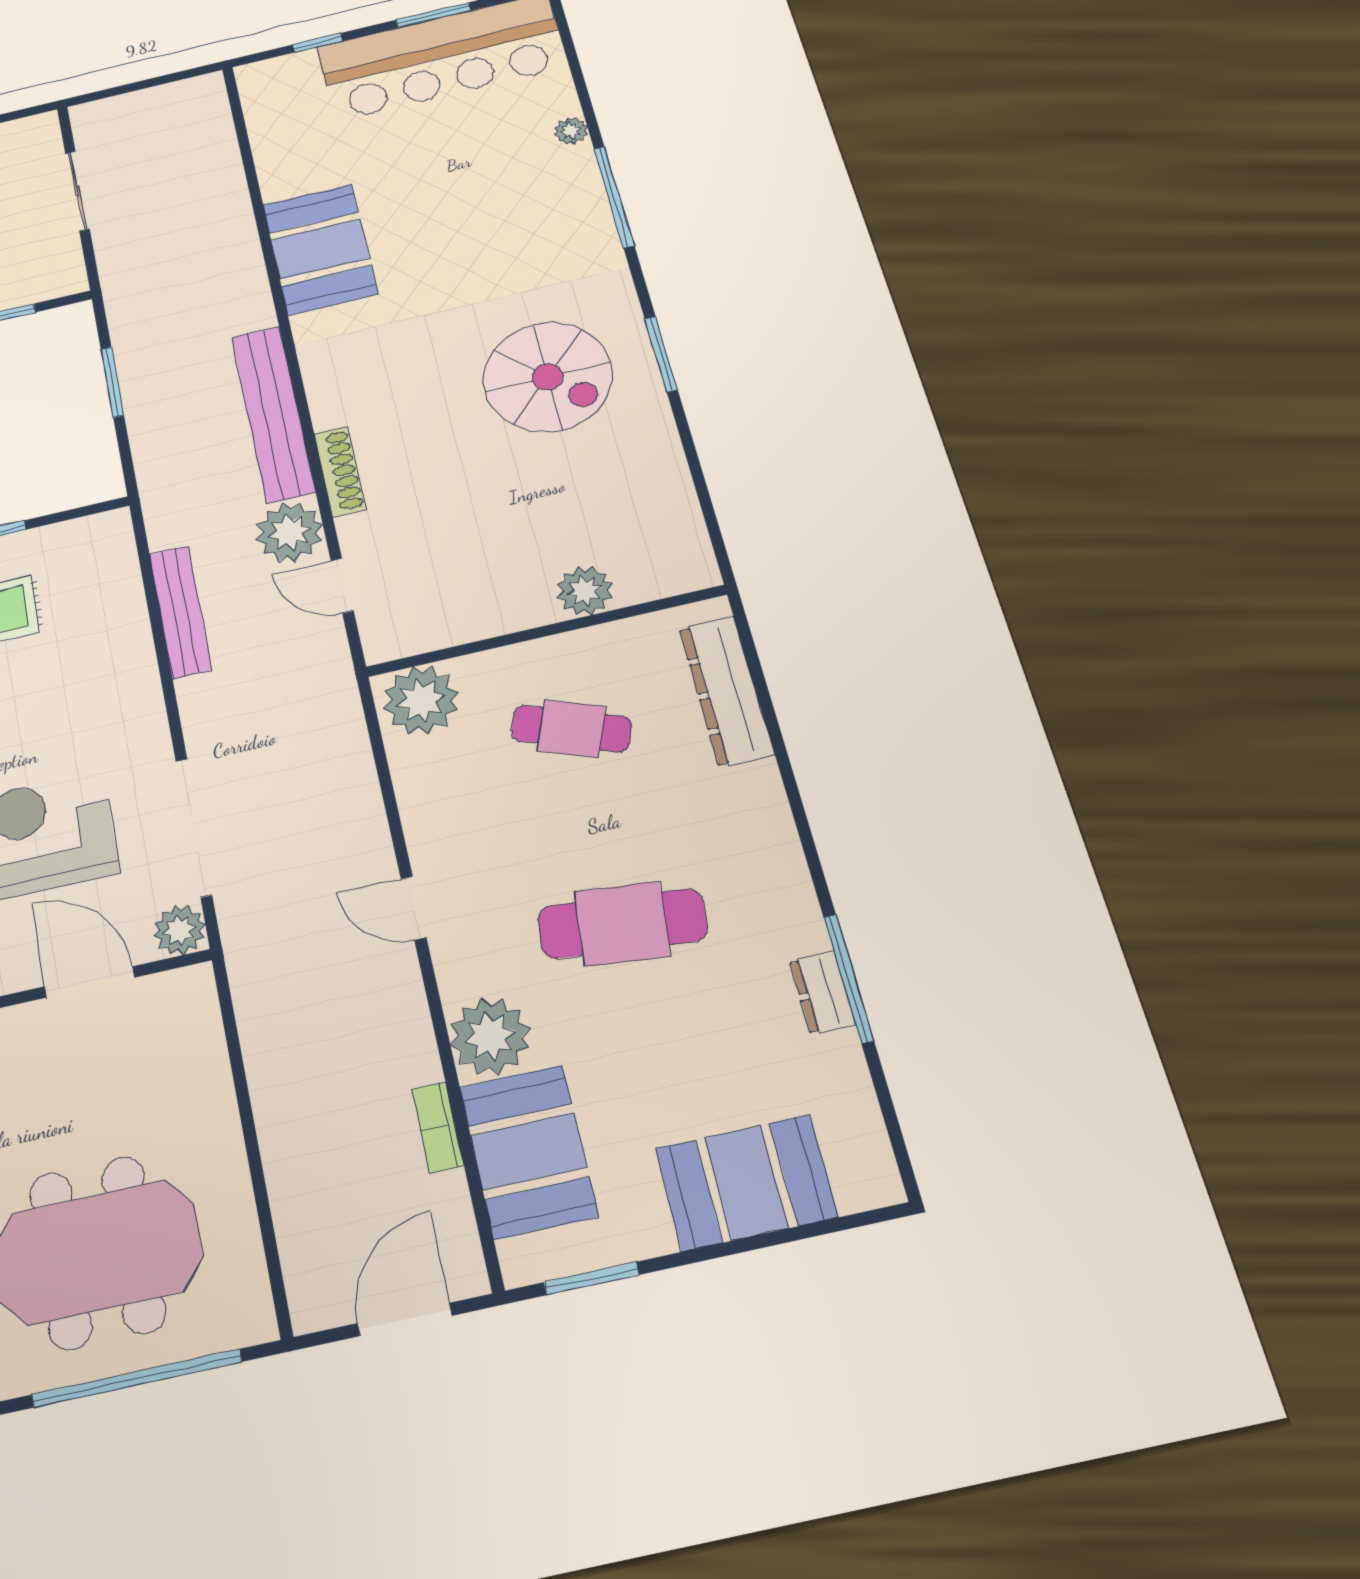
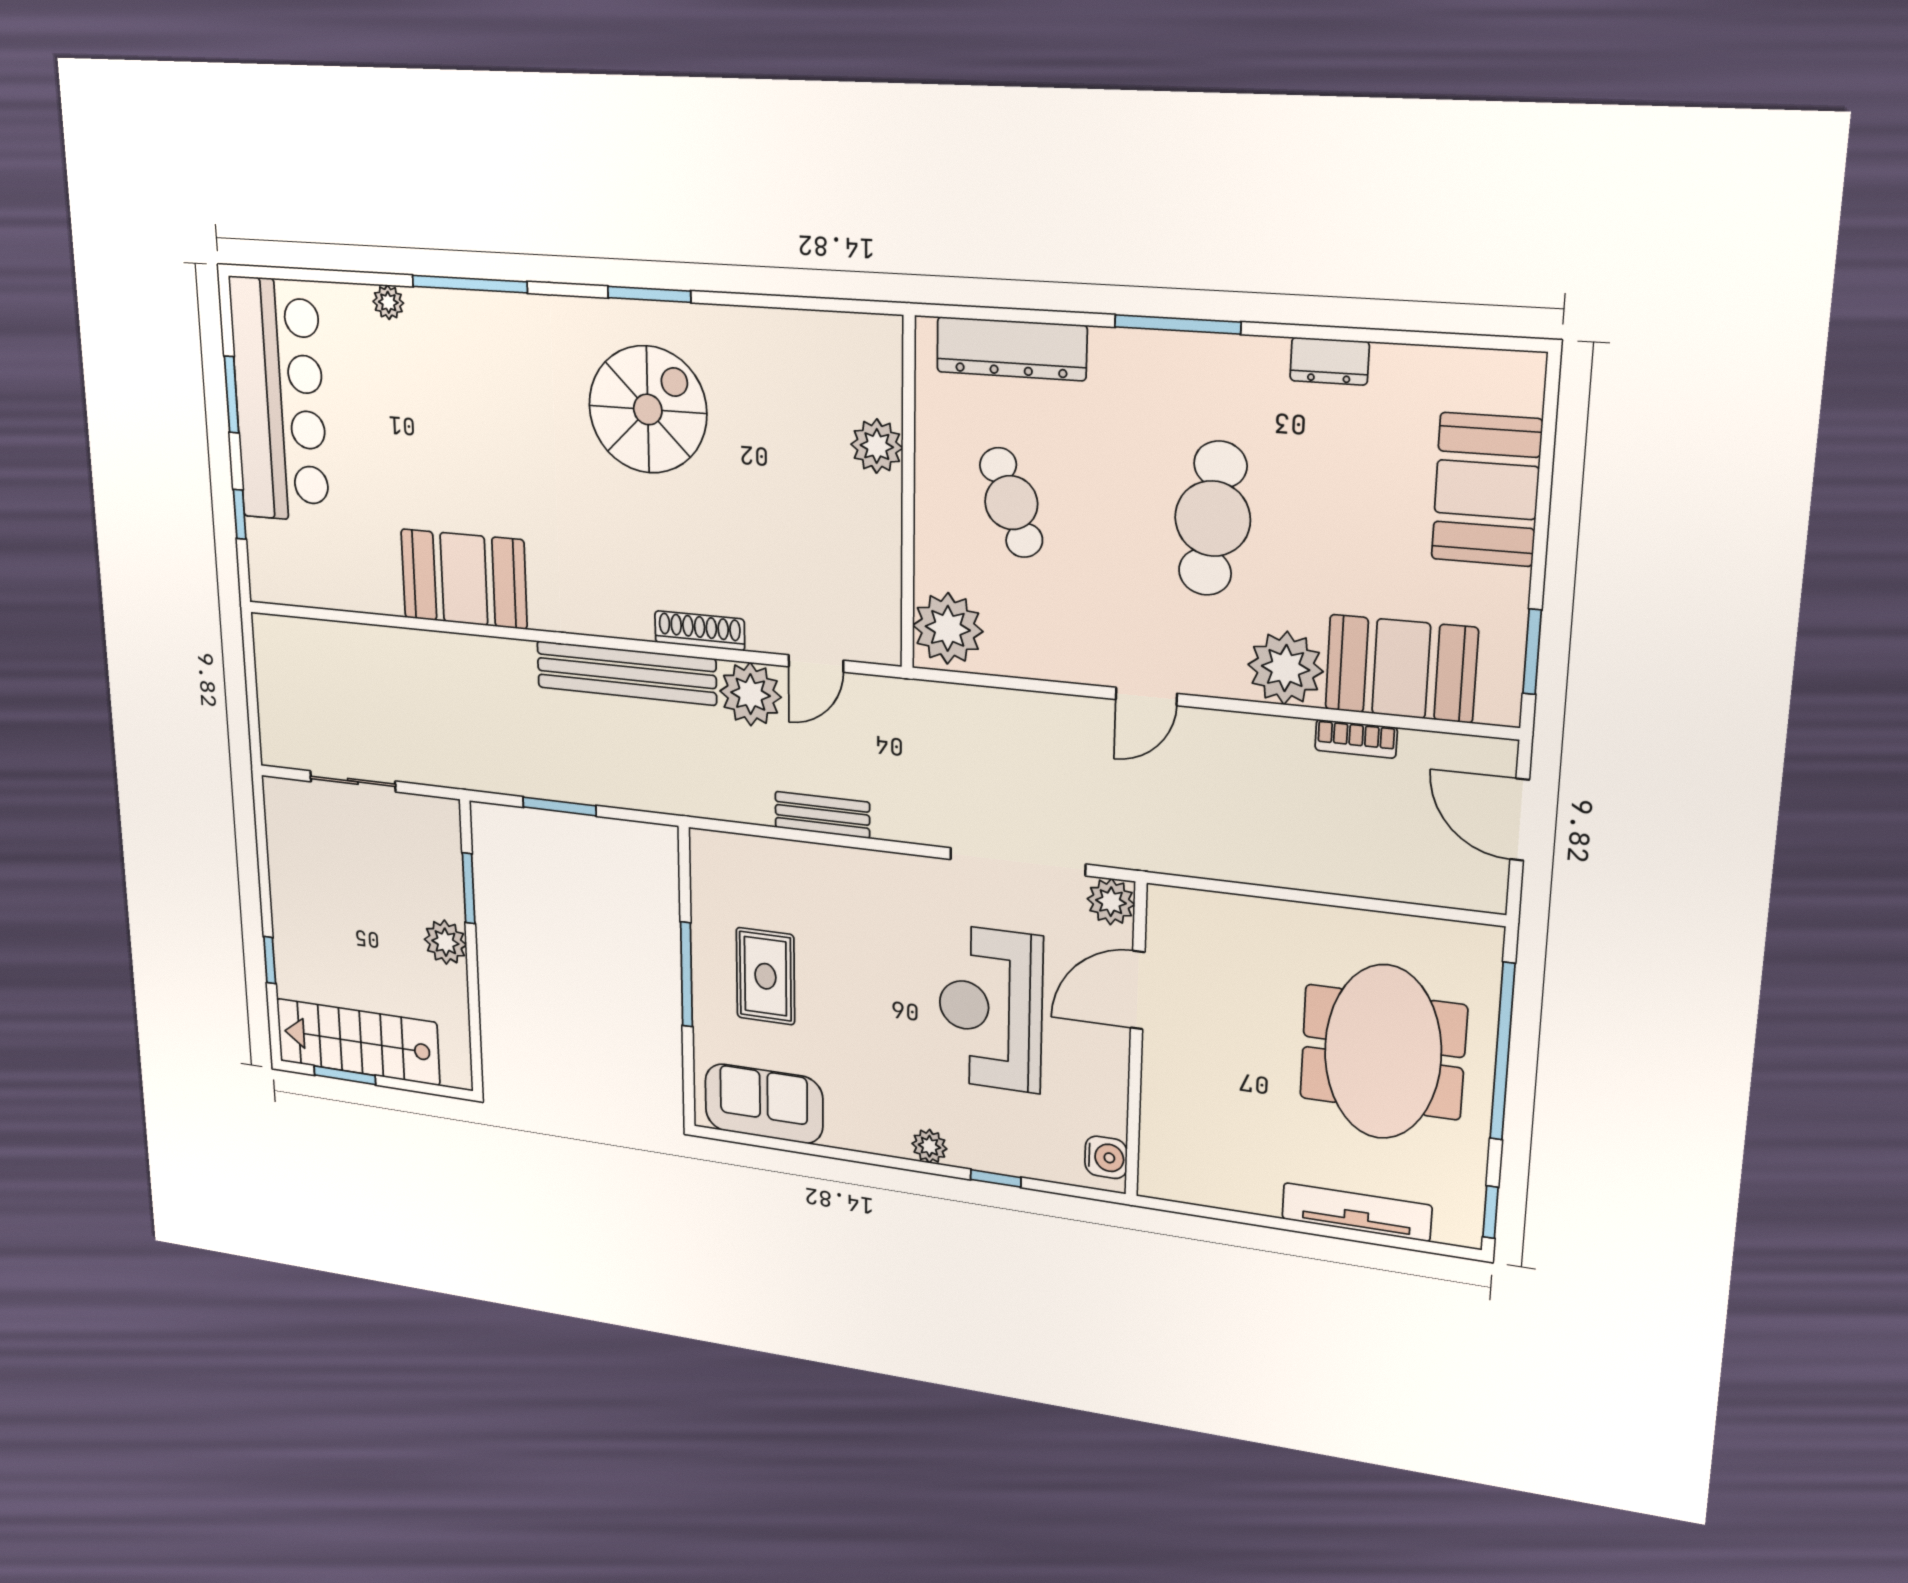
bench: (180, 612) -> (822, 815), width x0.73
cafe table: (571, 729) -> (1011, 503), turned -42
window: (848, 978) -> (1178, 325), moved

